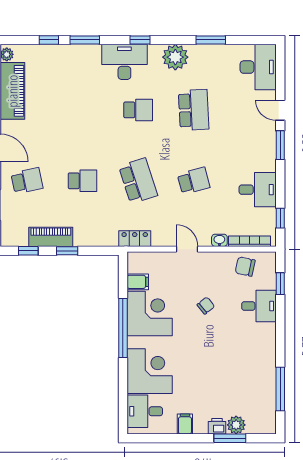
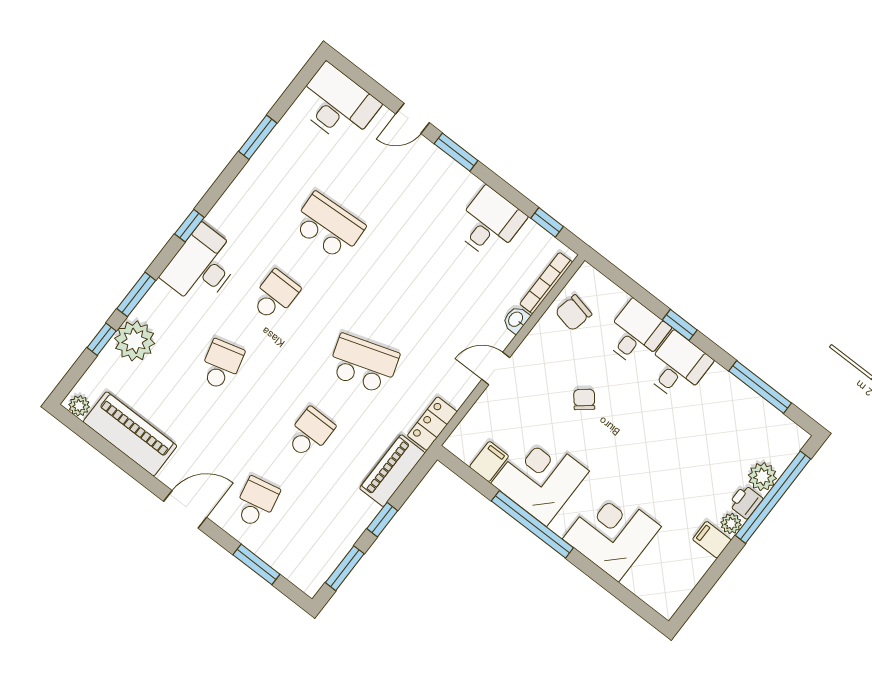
plant: (175, 57) -> (135, 341), moved
school desk: (194, 181) -> (221, 365), moved
piano: (51, 237) -> (392, 471), moved
window: (28, 251) -> (345, 568), width x1.50
window: (280, 284) -> (680, 325), moved
desk: (145, 411) -> (677, 367), moved, turned 180
plant: (200, 427) -> (731, 524), added
window: (230, 438) -> (773, 497), width x2.11

